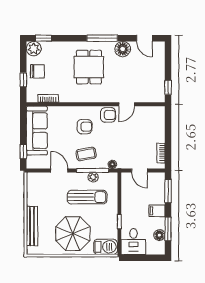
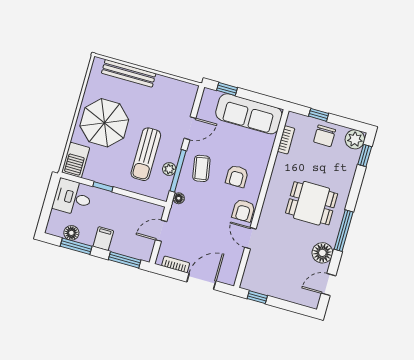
door: (168, 131) -> (201, 281), added

